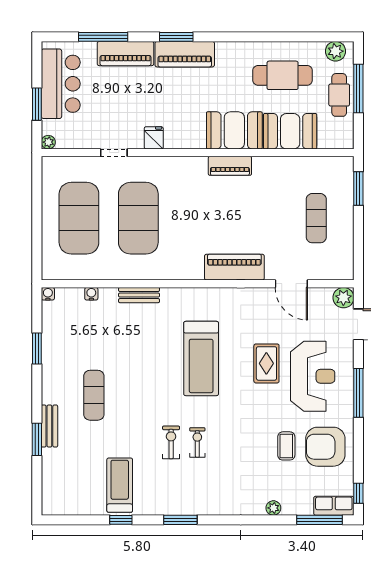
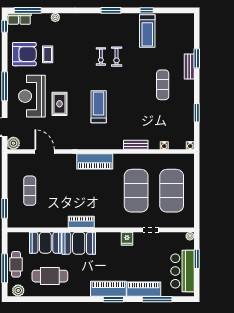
piano: (234, 267) -> (95, 161), moved
treadmill: (201, 358) -> (99, 107), width x0.73, depth x0.73

